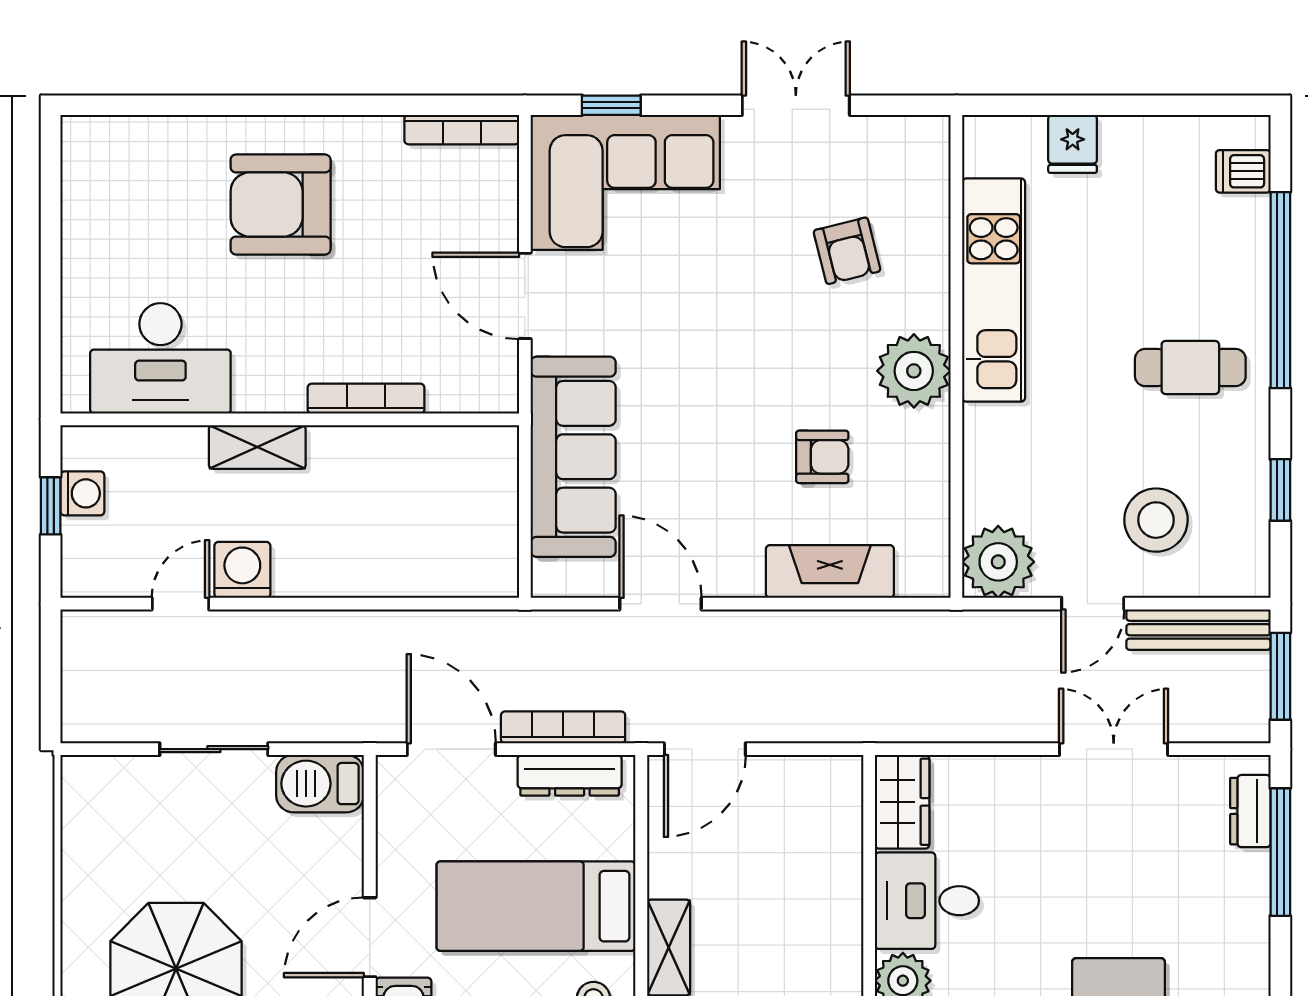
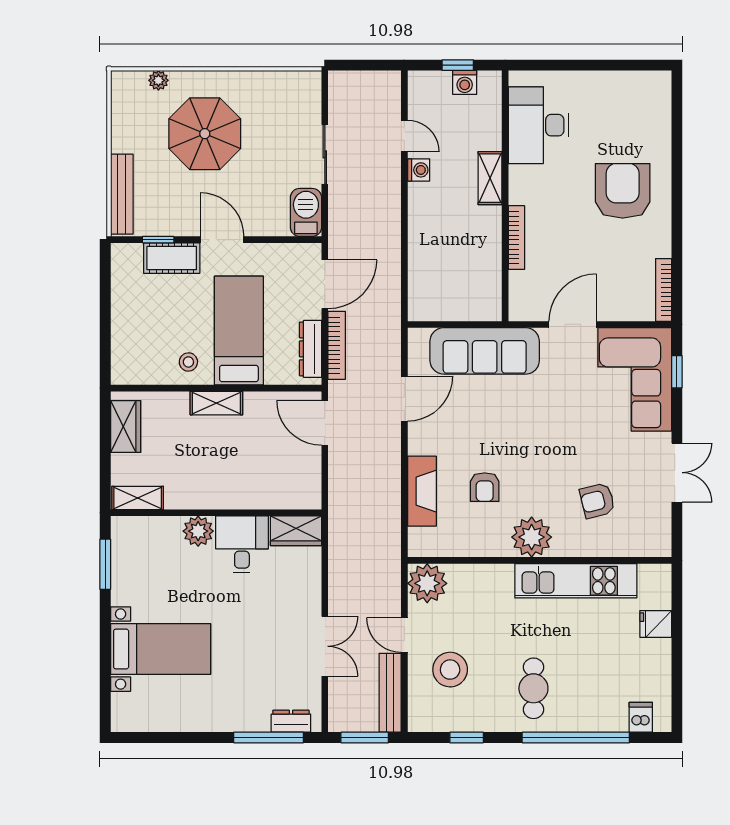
washing machine: (242, 570) -> (419, 170), width x0.73, depth x0.73

